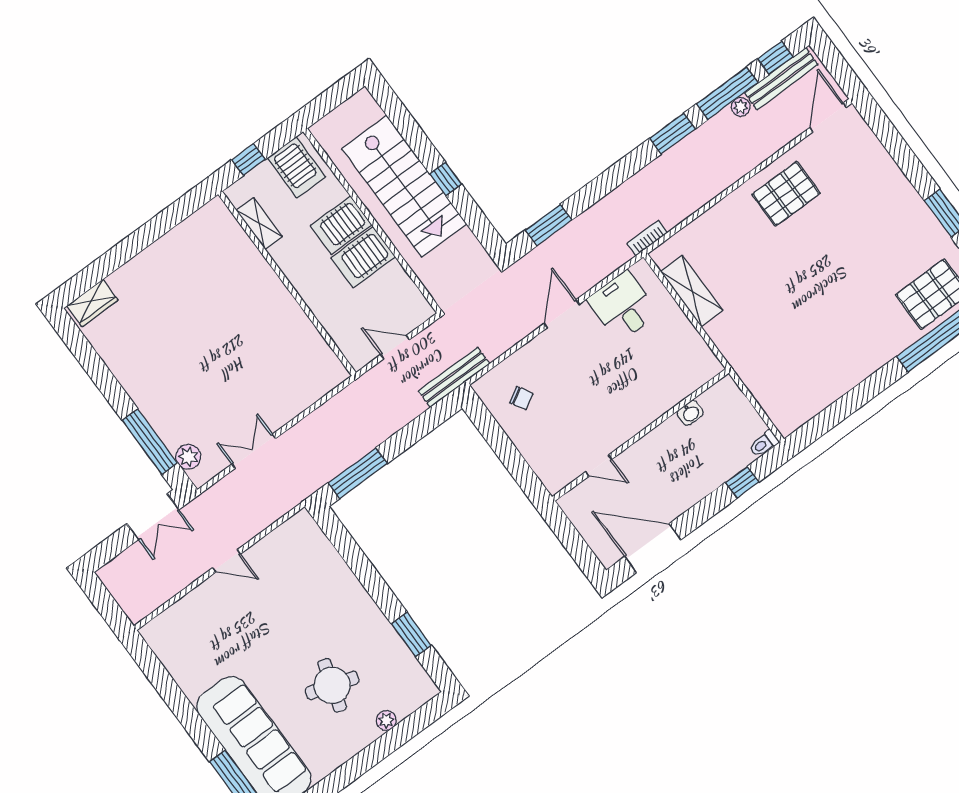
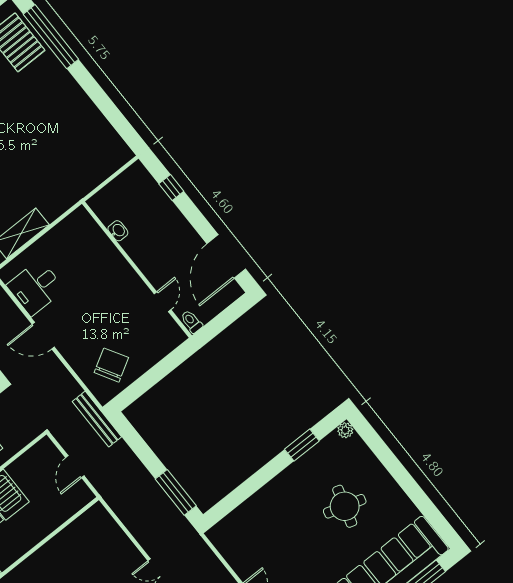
chair: (521, 398) -> (111, 365), width x1.87, depth x1.87
toilet: (764, 444) -> (191, 321), moved, turned 180
plant: (386, 720) -> (345, 430), moved

